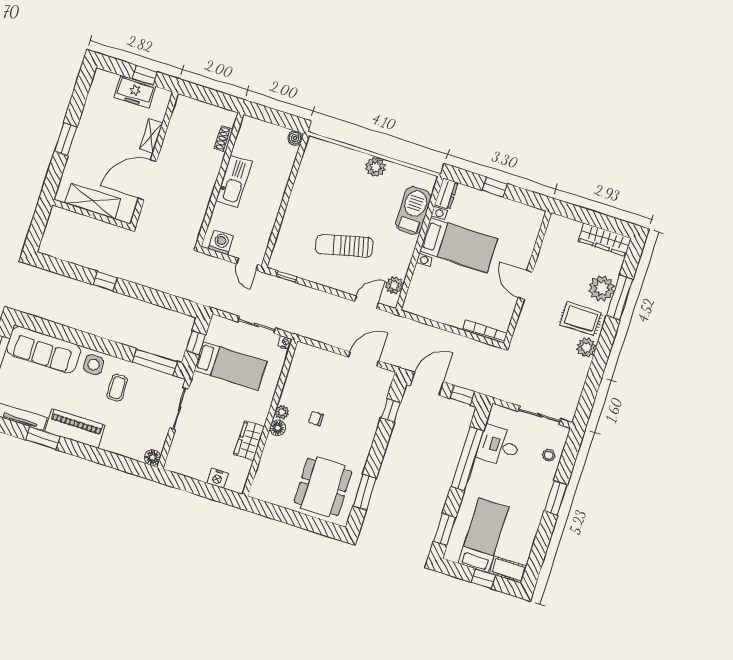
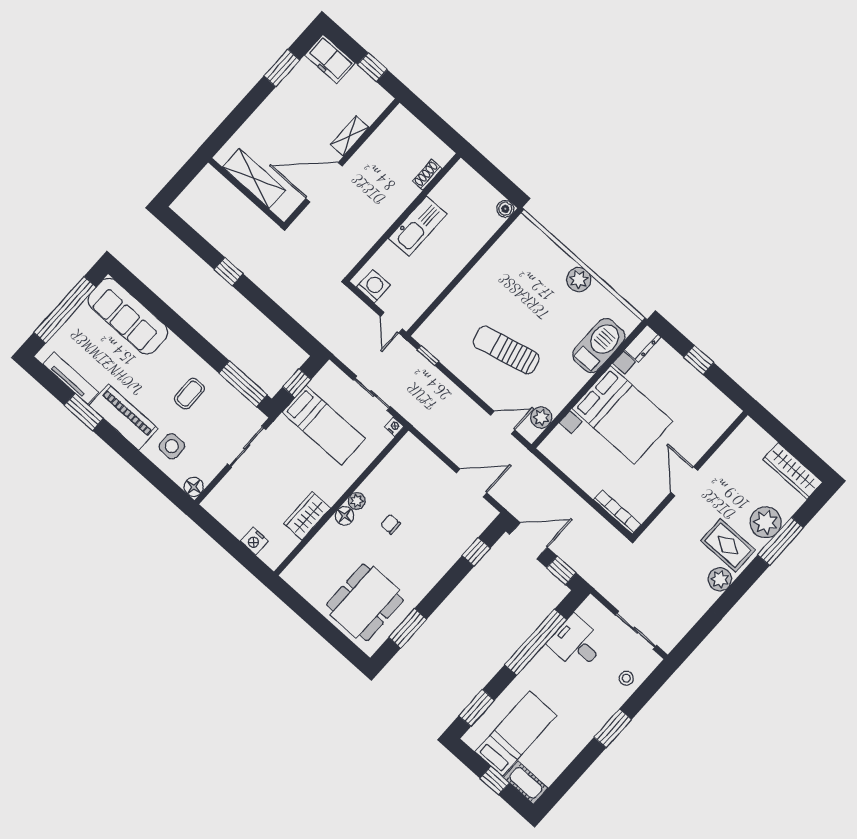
freezer: (135, 92) -> (330, 59), moved
window: (66, 139) -> (282, 68), moved
bed with nightstands: (459, 245) -> (622, 415), width x1.36
side table: (94, 365) -> (172, 446), moved

